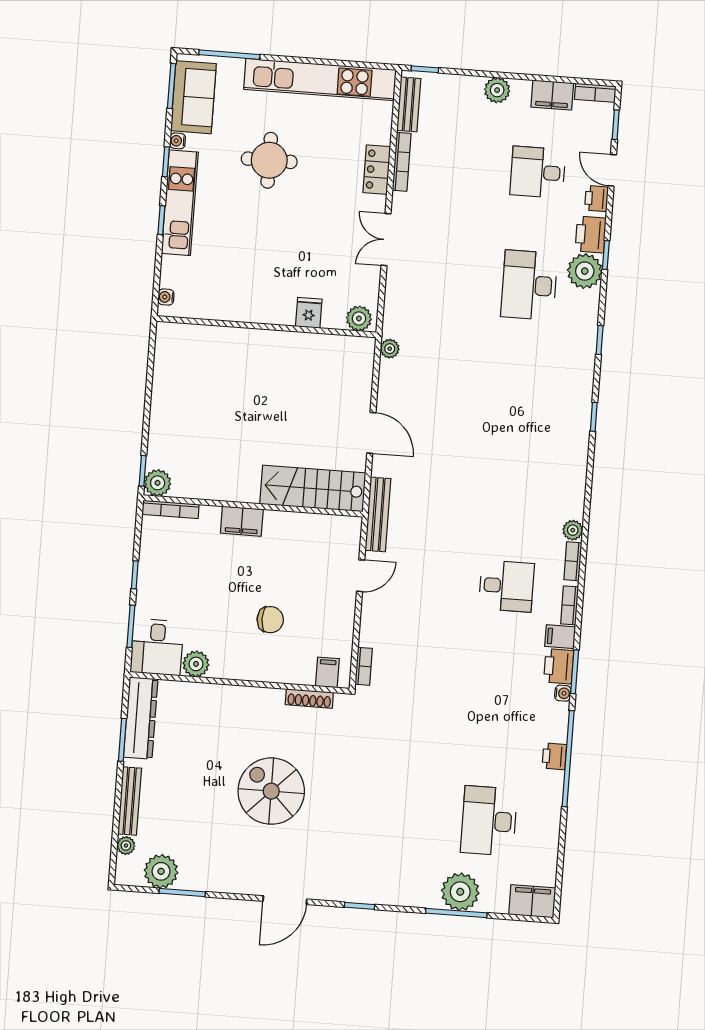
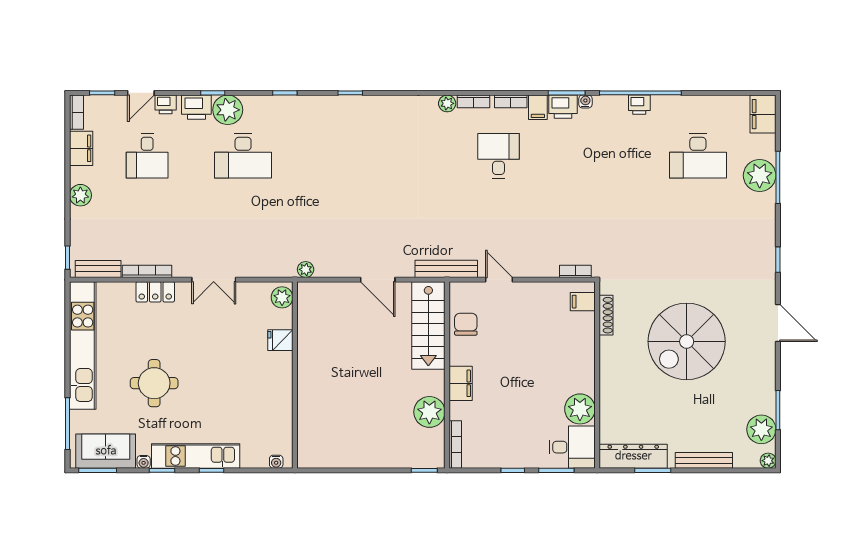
door: (371, 433) -> (378, 280), swing flipped
plant: (158, 483) -> (429, 412), moved, width x1.36, depth x1.36
chair: (270, 620) -> (466, 324), moved
plant: (196, 664) -> (580, 409), width x1.36, depth x1.36
spiral stairs: (271, 791) -> (687, 341), width x1.37, depth x1.37
plant: (126, 846) -> (768, 461), moved

